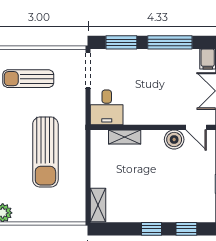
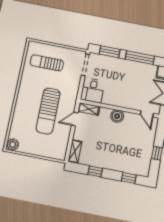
shelving: (125, 137) -> (89, 109), moved
boiler: (174, 140) -> (117, 116), moved
door: (88, 156) -> (75, 119), added
window: (152, 229) -> (95, 171), moved

